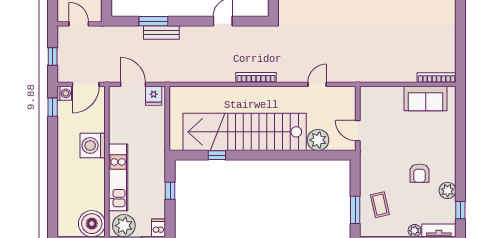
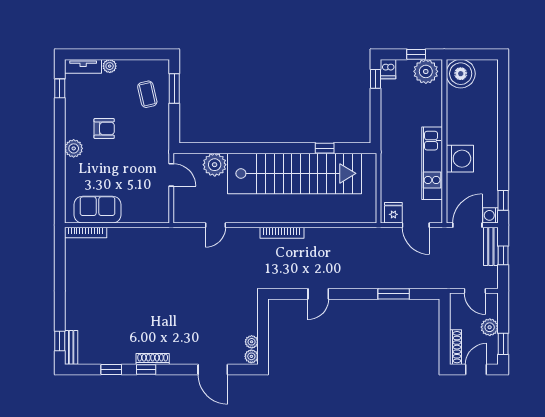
bench: (161, 33) -> (491, 246), moved, turned 90
armchair: (419, 173) -> (104, 128), turned 90
kitchen unit: (118, 177) -> (432, 163), moved
plant: (448, 190) -> (74, 148), moved
window: (170, 191) -> (376, 79), moved

